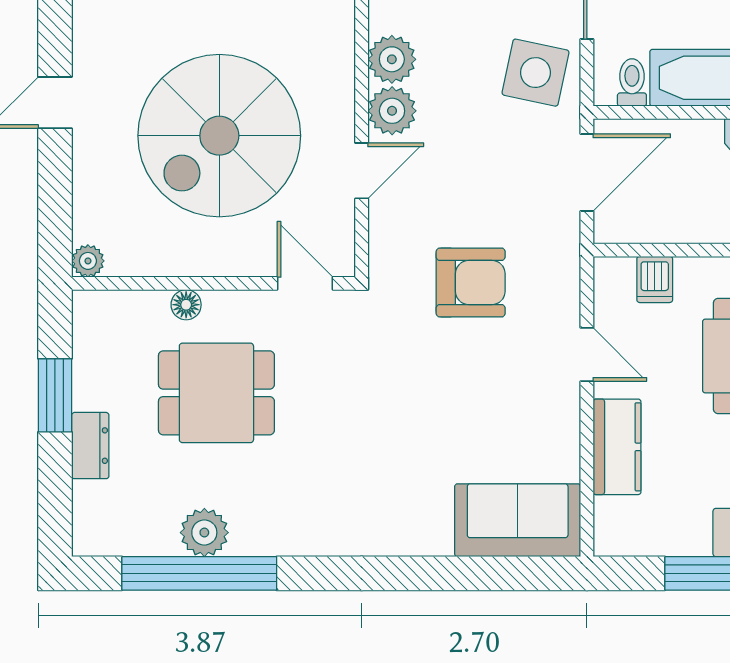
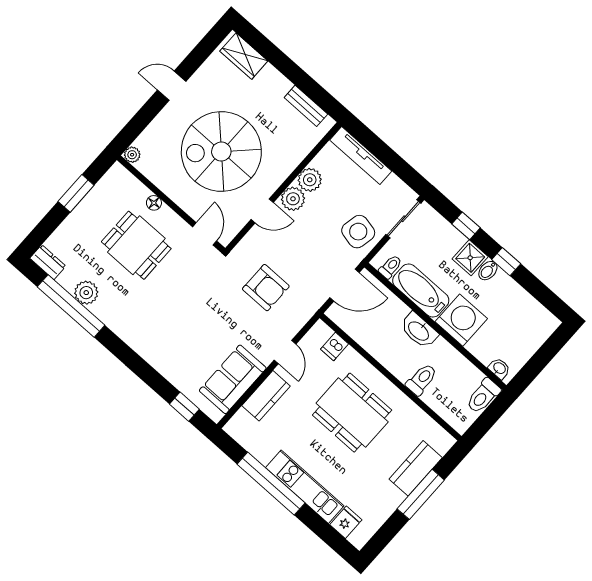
dresser: (90, 446) -> (48, 262), moved, turned -90
sofa: (518, 520) -> (233, 379), moved, turned -90
window: (507, 573) -> (184, 407), added

